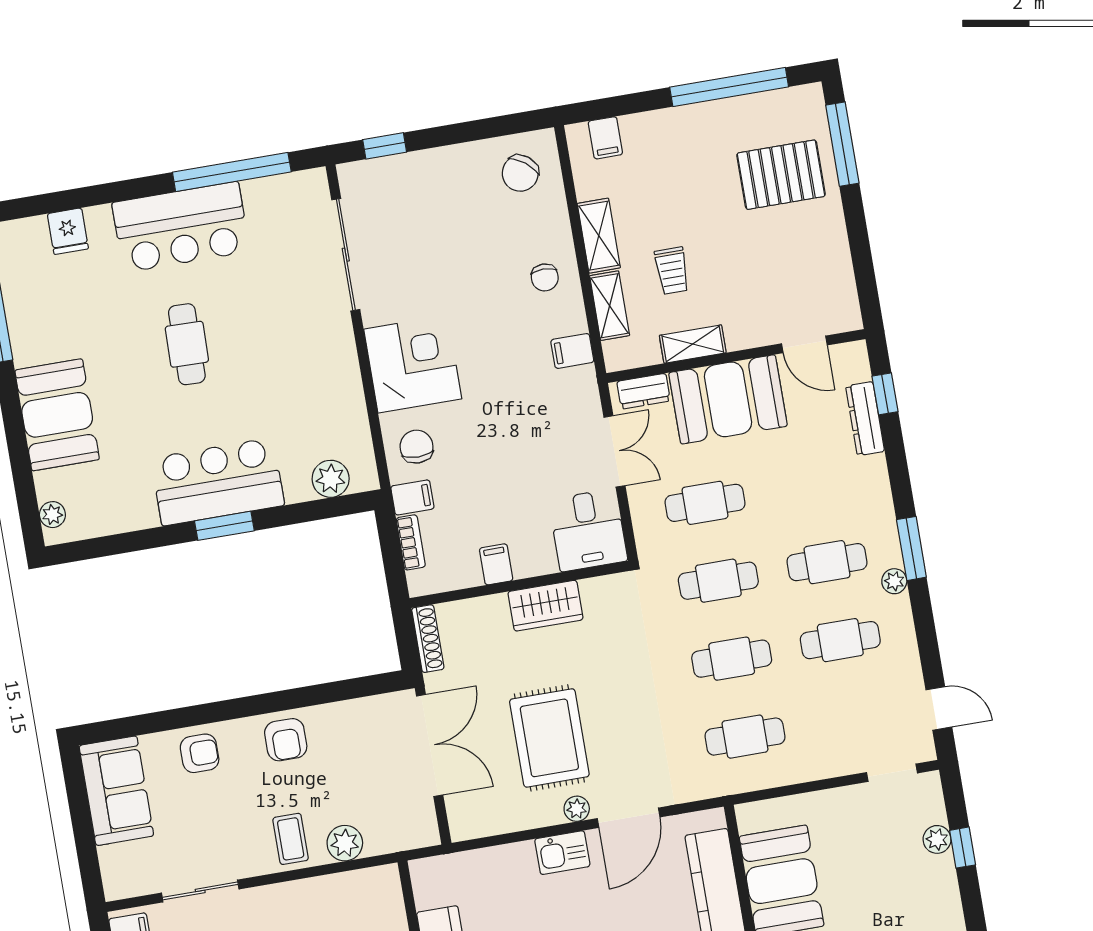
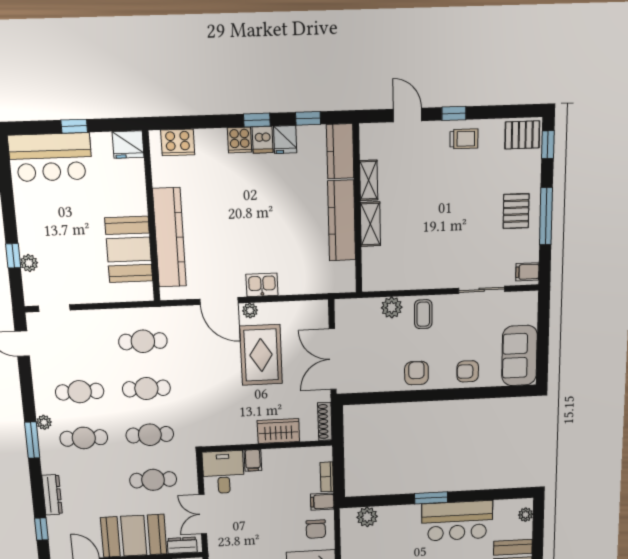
dresser: (865, 419) -> (52, 495), moved
bar counter: (218, 482) -> (457, 521), moved
filing cabinet: (496, 564) -> (253, 460), moved
wardrobe: (545, 606) -> (278, 431), moved
door: (629, 818) -> (219, 301), swing flipped

